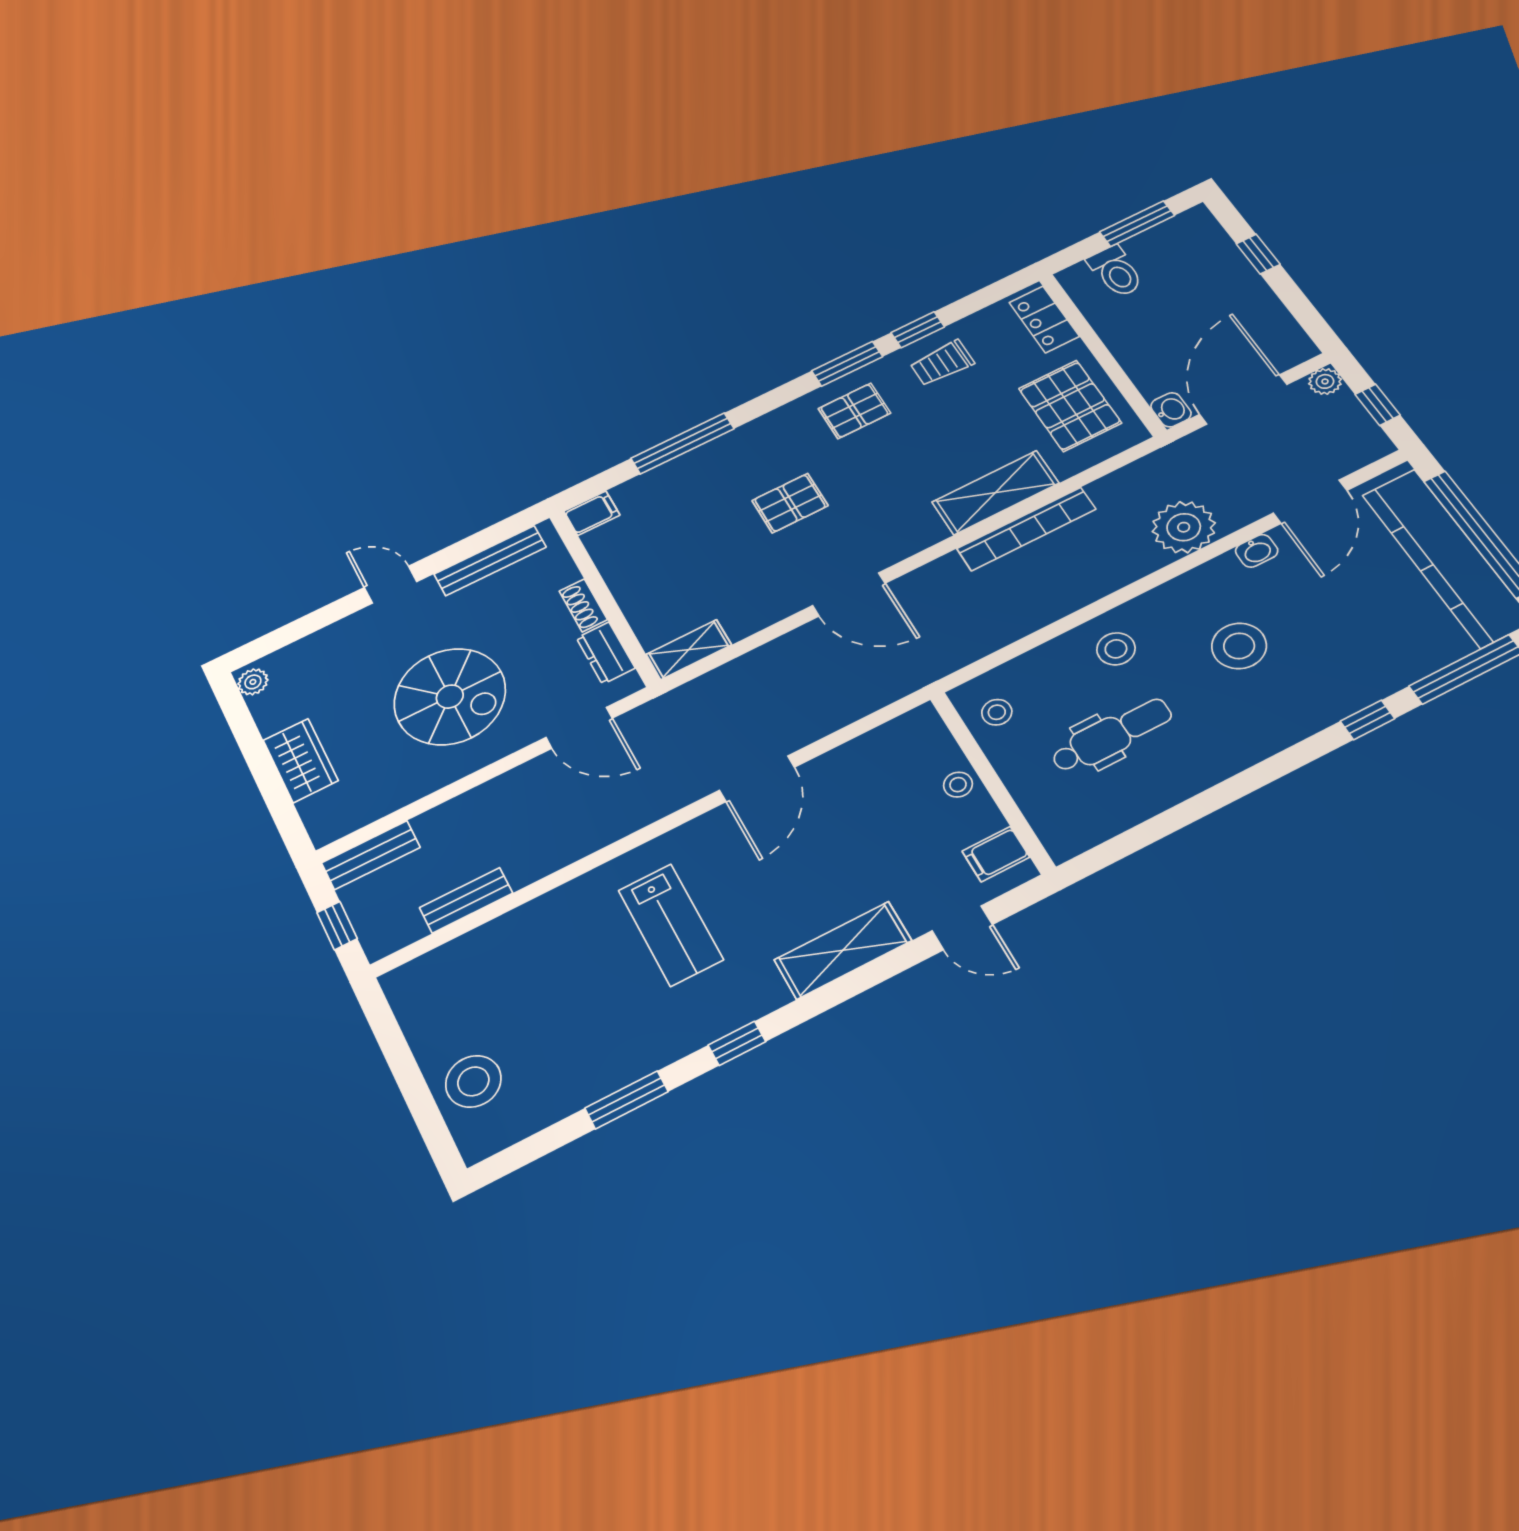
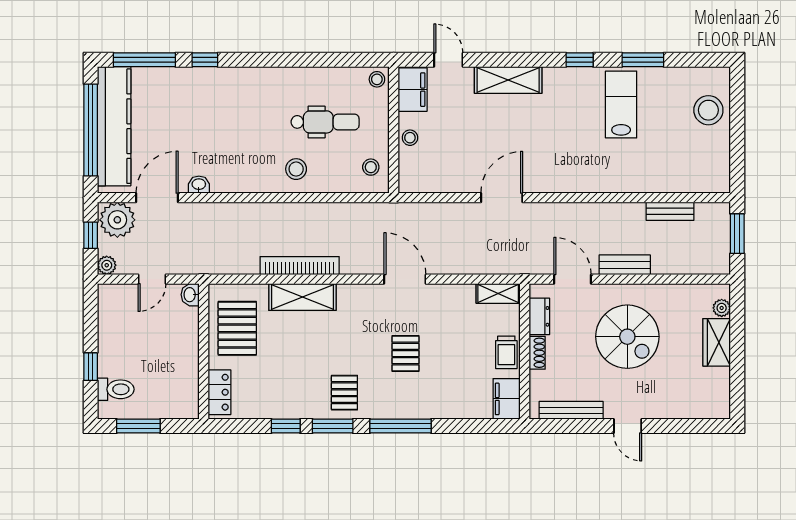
toilet: (1116, 271) -> (116, 389), moved, turned 90
trolley: (942, 363) -> (506, 352), moved, turned 90
door: (1243, 399) -> (152, 279), width x0.53
pallet: (854, 411) -> (344, 393), turned 90
window: (682, 443) -> (401, 426), moved
pallet: (790, 503) -> (405, 354), turned 90
filing cabinet: (592, 513) -> (507, 399), width x2.00
plant: (1184, 527) -> (117, 220), moved
stool: (1239, 646) -> (377, 79), moved, width x0.53, depth x0.53
plant: (253, 682) -> (722, 308), moved
spiral stairs: (450, 697) -> (627, 337), turned 180
dental chair: (1112, 735) -> (325, 122), turned 180
filing cabinet: (996, 854) -> (413, 90), width x2.00
bench: (371, 855) -> (625, 265), moved
lab bench: (671, 925) -> (621, 105), moved
window: (337, 926) -> (737, 234), width x1.50

